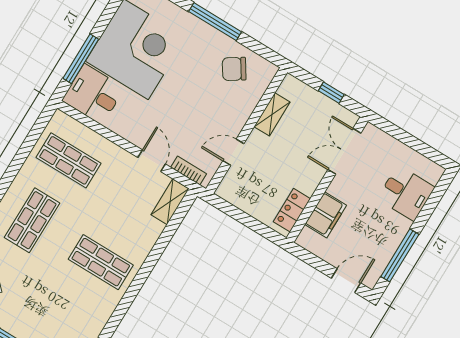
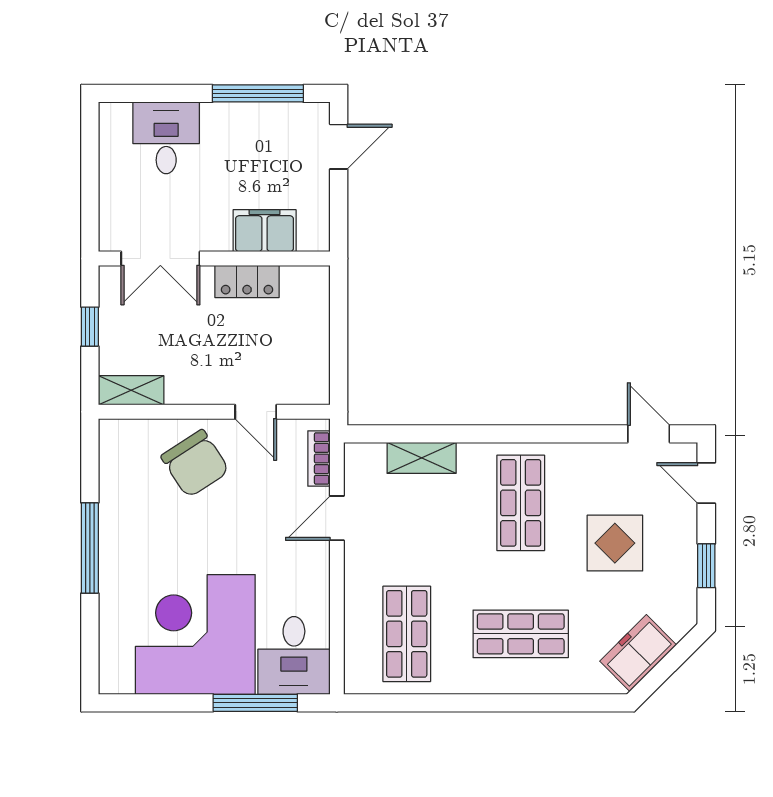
chair: (234, 69) -> (195, 464), moved, width x1.37, depth x1.37
shelving: (272, 114) -> (131, 390), moved
shelving: (170, 202) -> (422, 458), moved
locker: (292, 210) -> (247, 282), moved
door: (346, 281) -> (339, 147), swing flipped
display table: (49, 299) -> (615, 543), added

